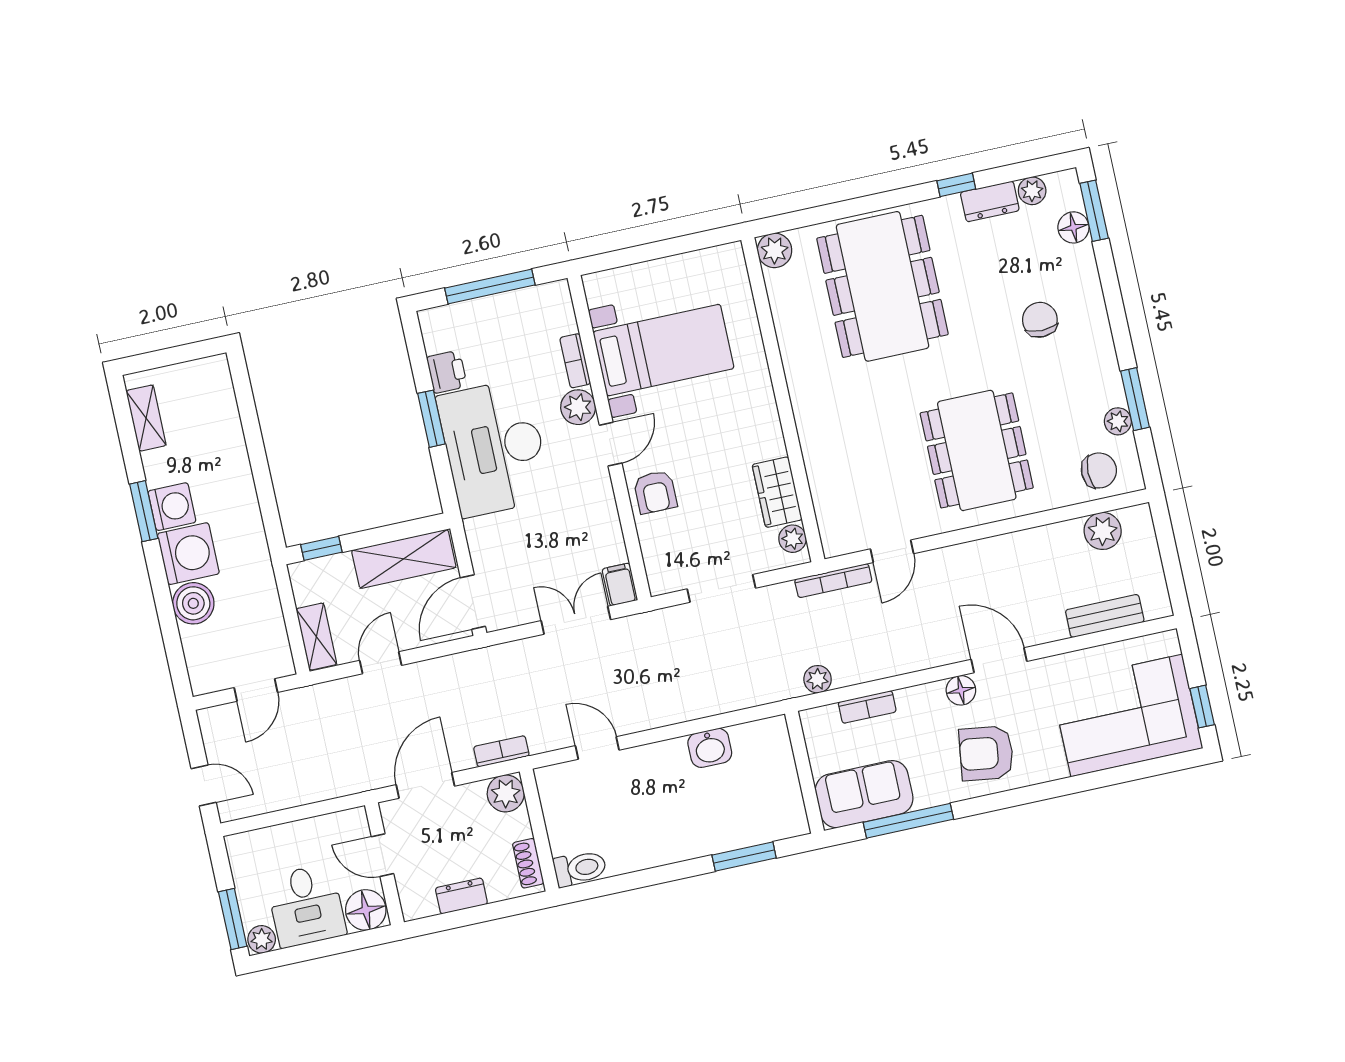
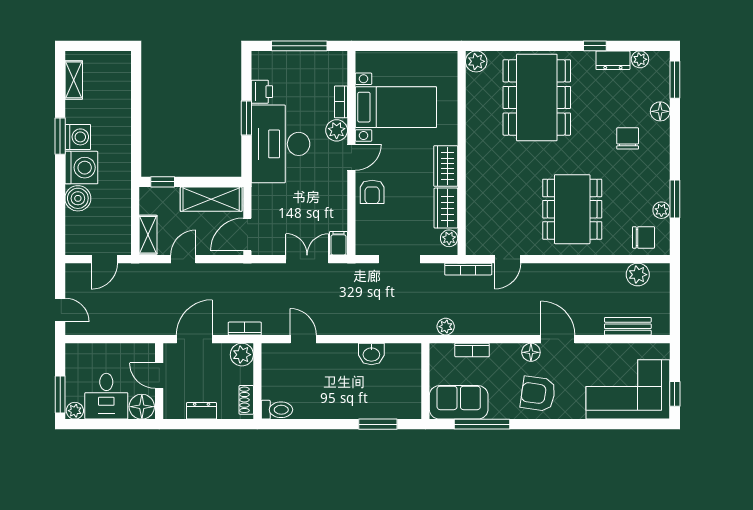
floor lamp: (1073, 227) -> (660, 111), moved
wardrobe: (762, 426) -> (446, 166), added

